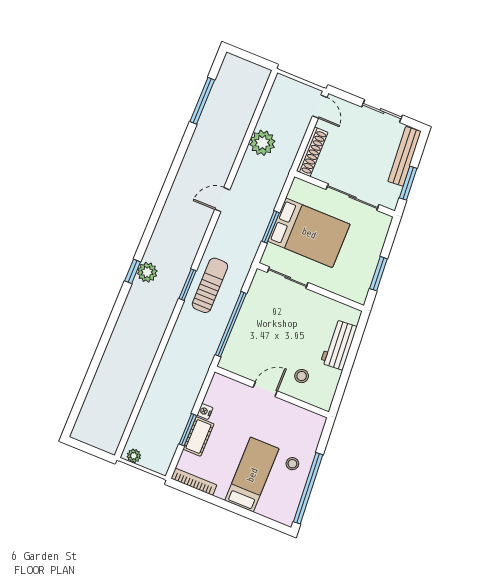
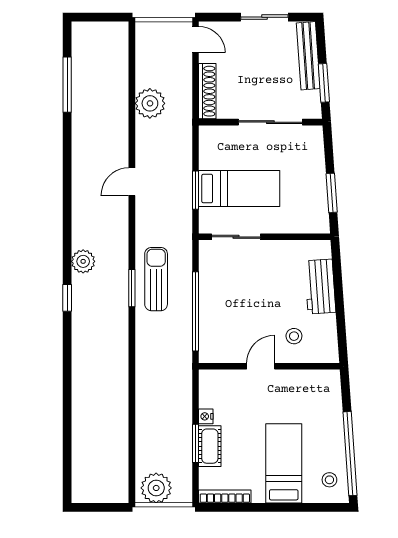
bed: (309, 233) -> (239, 189), width x0.67
plant: (147, 272) -> (83, 261), moved
plant: (134, 456) -> (156, 488), width x1.88, depth x1.88
stool: (292, 464) -> (329, 480), moved

